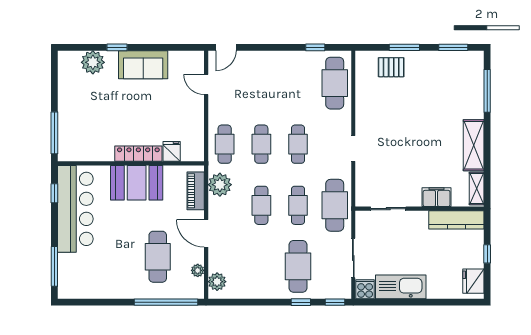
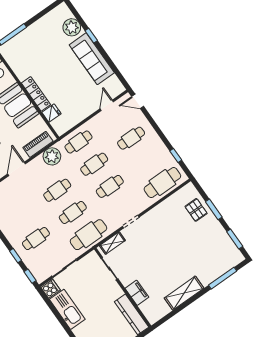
sofa: (143, 65) -> (92, 59), width x1.36
cafe table: (261, 83) -> (131, 138), added
shelving: (477, 189) -> (112, 243), moved
cafe table: (298, 266) -> (36, 239), width x0.73, depth x0.74

